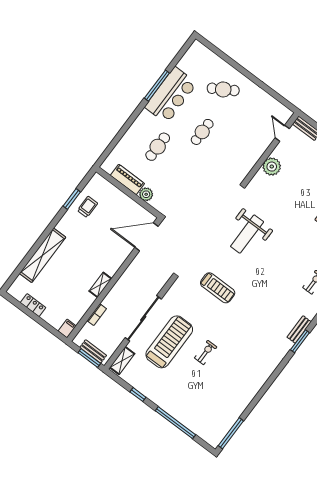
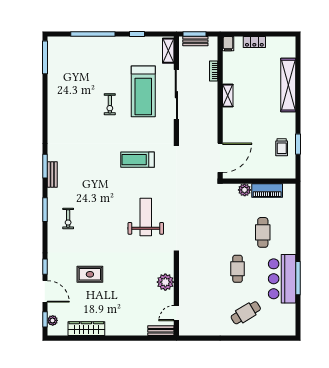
door: (282, 133) -> (176, 313), swing flipped
locker: (33, 305) -> (254, 42), moved

